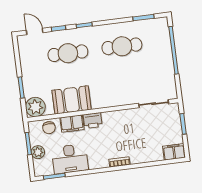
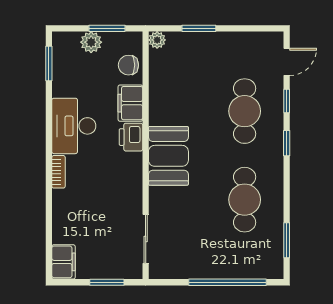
booth: (72, 100) -> (168, 156), moved
plant: (35, 107) -> (157, 40), width x0.53, depth x0.53
desk: (70, 159) -> (74, 126), moved

